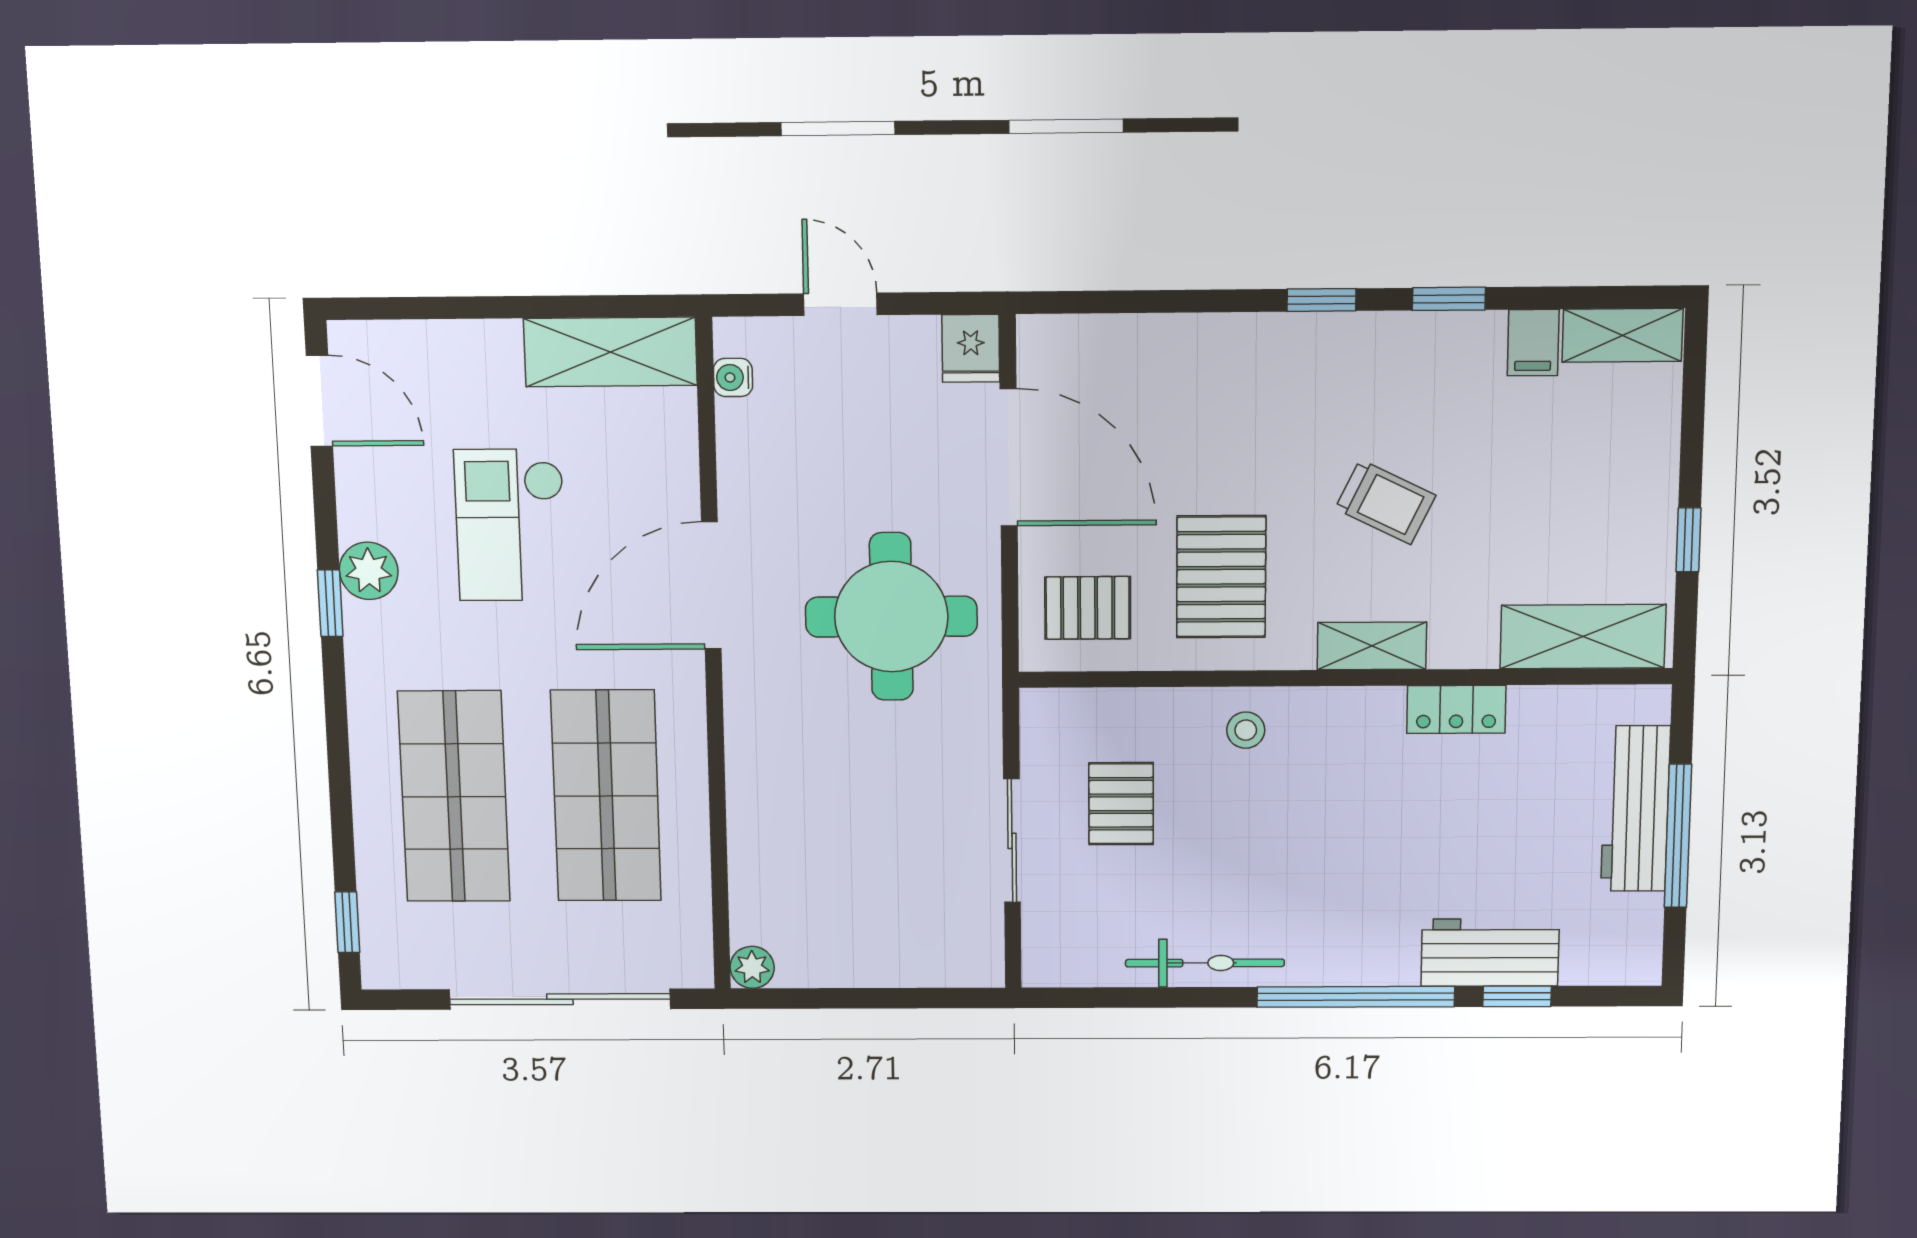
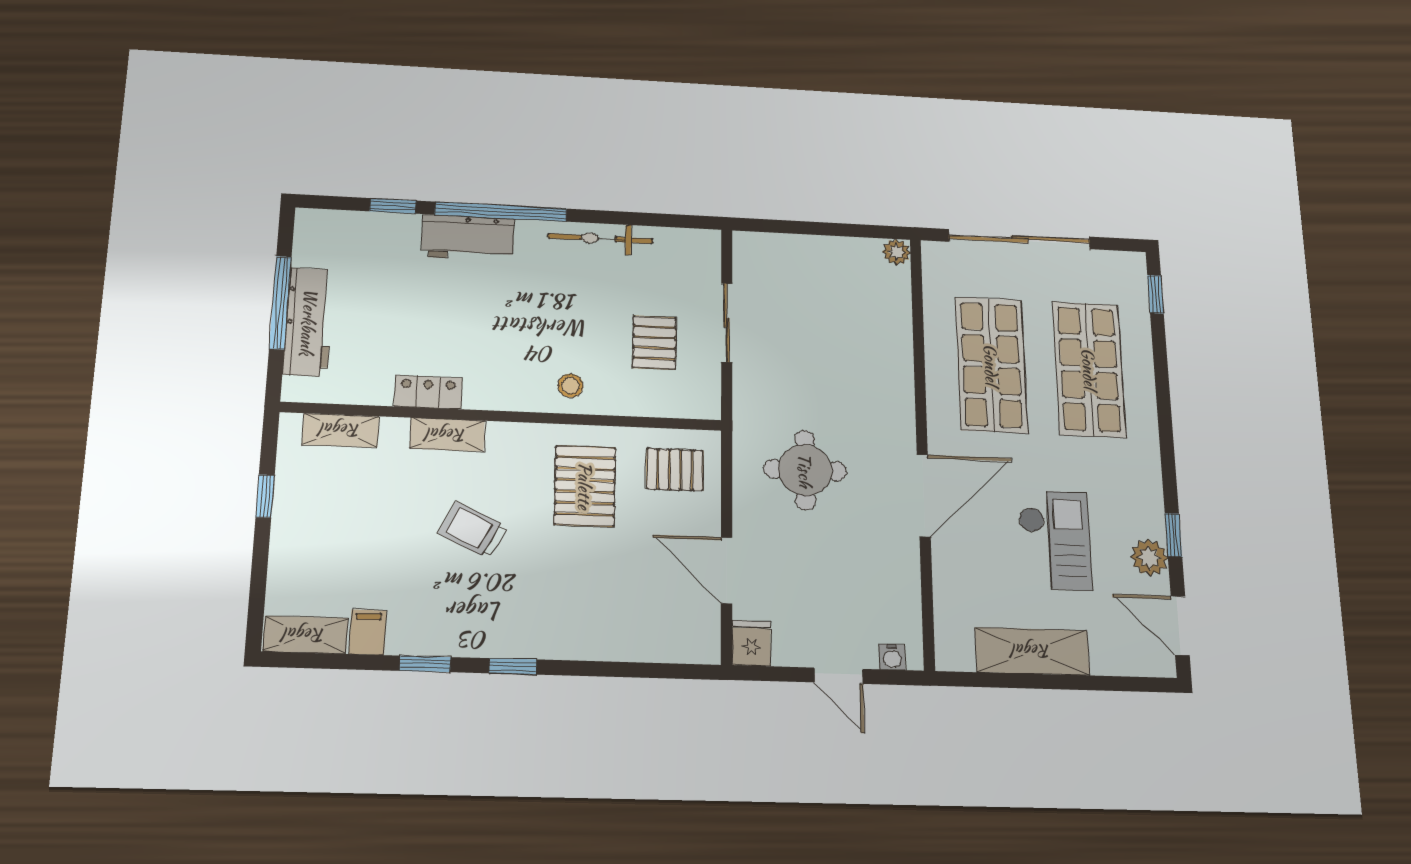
shelving: (610, 352) -> (1032, 651), moved
water cooler: (733, 377) -> (892, 657), moved, turned 90
door: (1009, 457) -> (727, 570), width x0.73
plant: (369, 571) -> (1149, 558), moved
window: (330, 603) -> (1173, 535), moved
round table: (891, 617) -> (805, 470), width x0.73, depth x0.73
shelving: (1583, 637) -> (341, 430), width x0.67, depth x0.75
shelving: (1372, 646) -> (447, 435), moved
workbench: (1490, 952) -> (468, 238), moved

